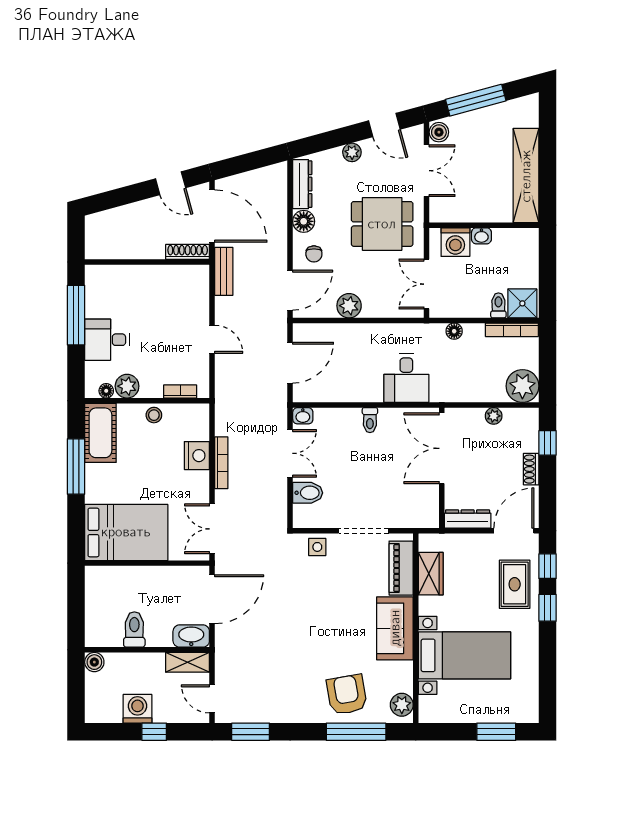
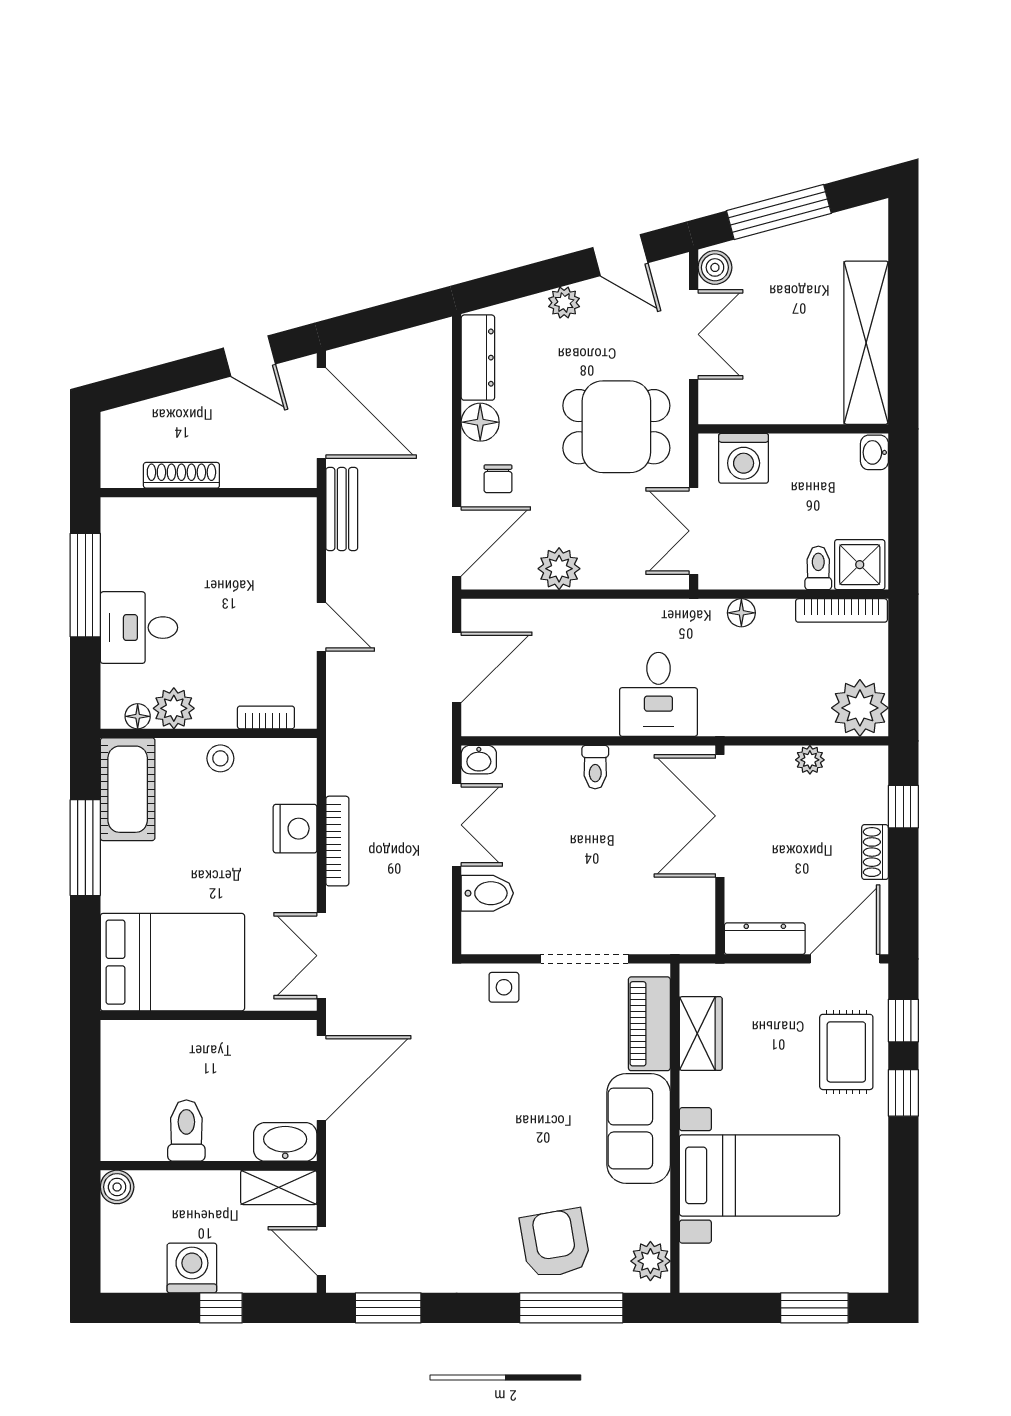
washbasin: (481, 236) -> (874, 452), moved, turned 90
shoe rack: (188, 252) -> (181, 475), moved

